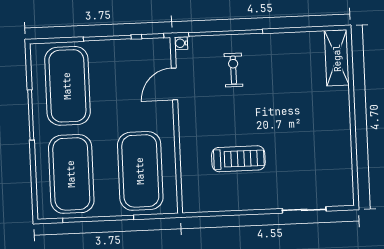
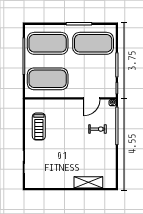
shelving: (337, 58) -> (88, 182), moved
door: (174, 84) -> (92, 98), swing flipped
treadmill: (238, 159) -> (39, 127), moved

